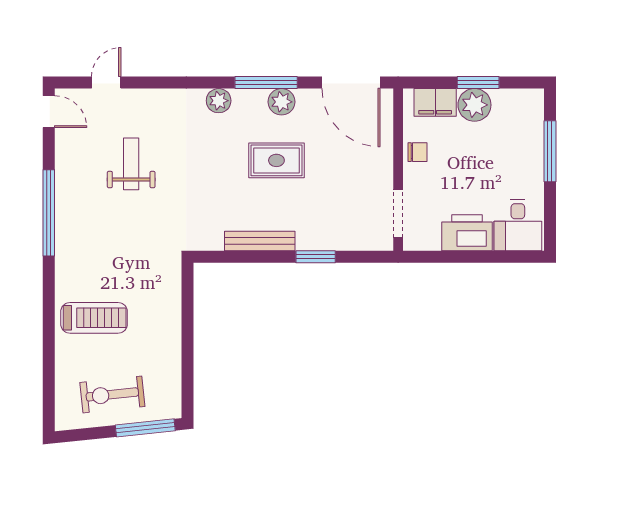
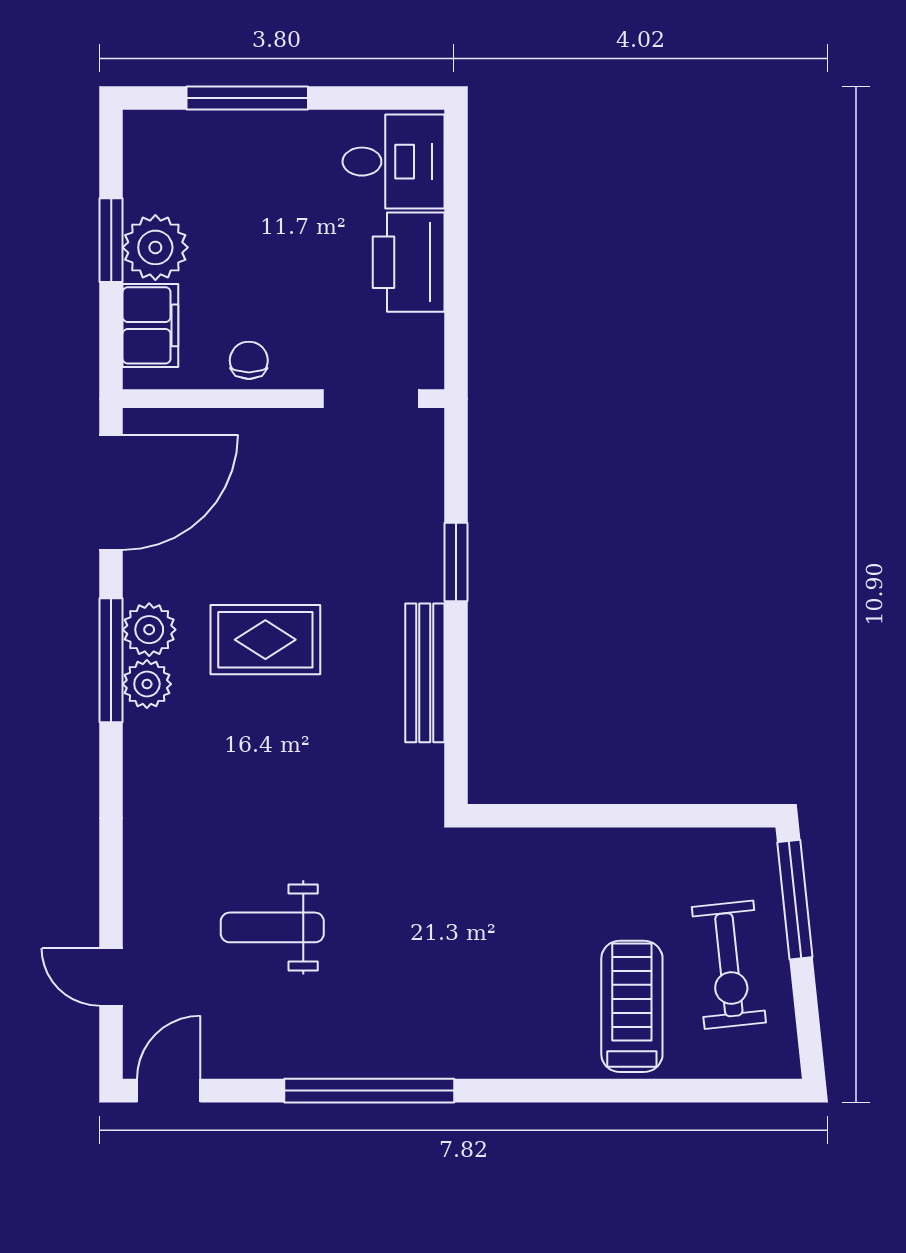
plant: (219, 101) -> (147, 684), moved
rug: (276, 160) -> (265, 640), turned 90
treadmill: (94, 318) -> (632, 1006), moved

